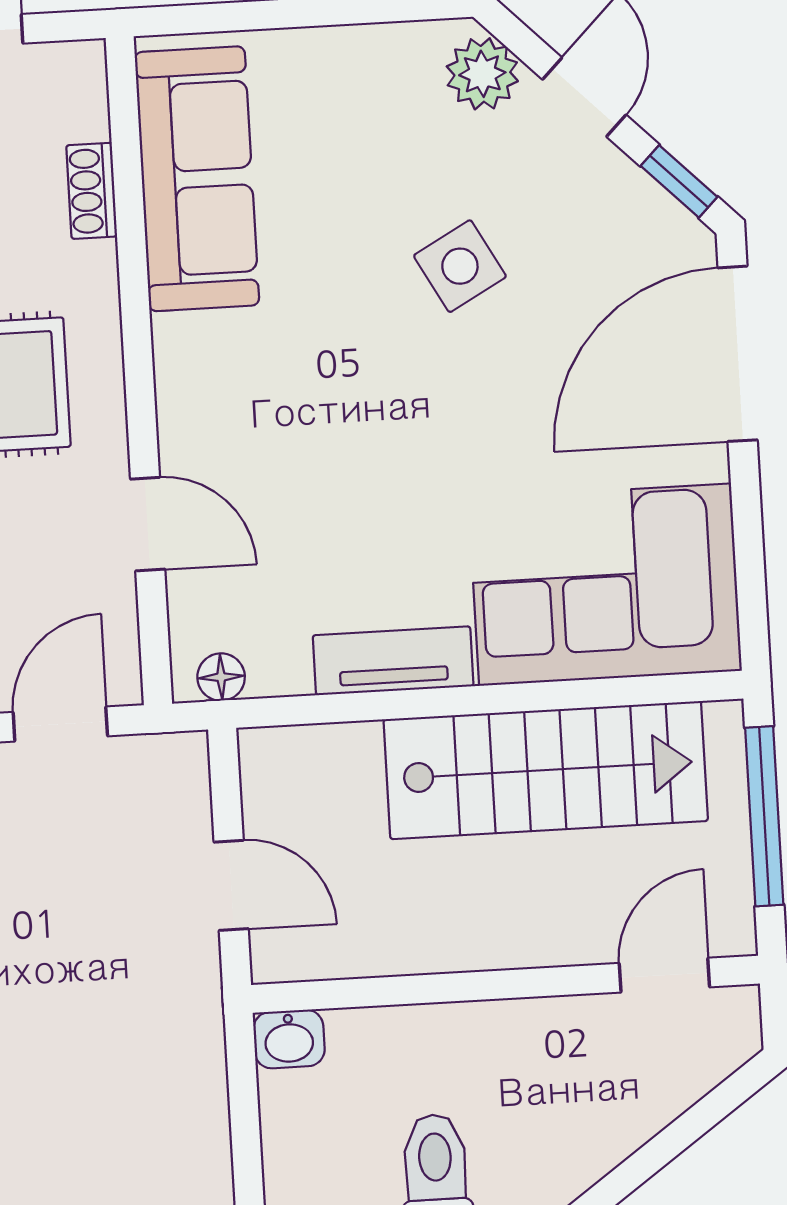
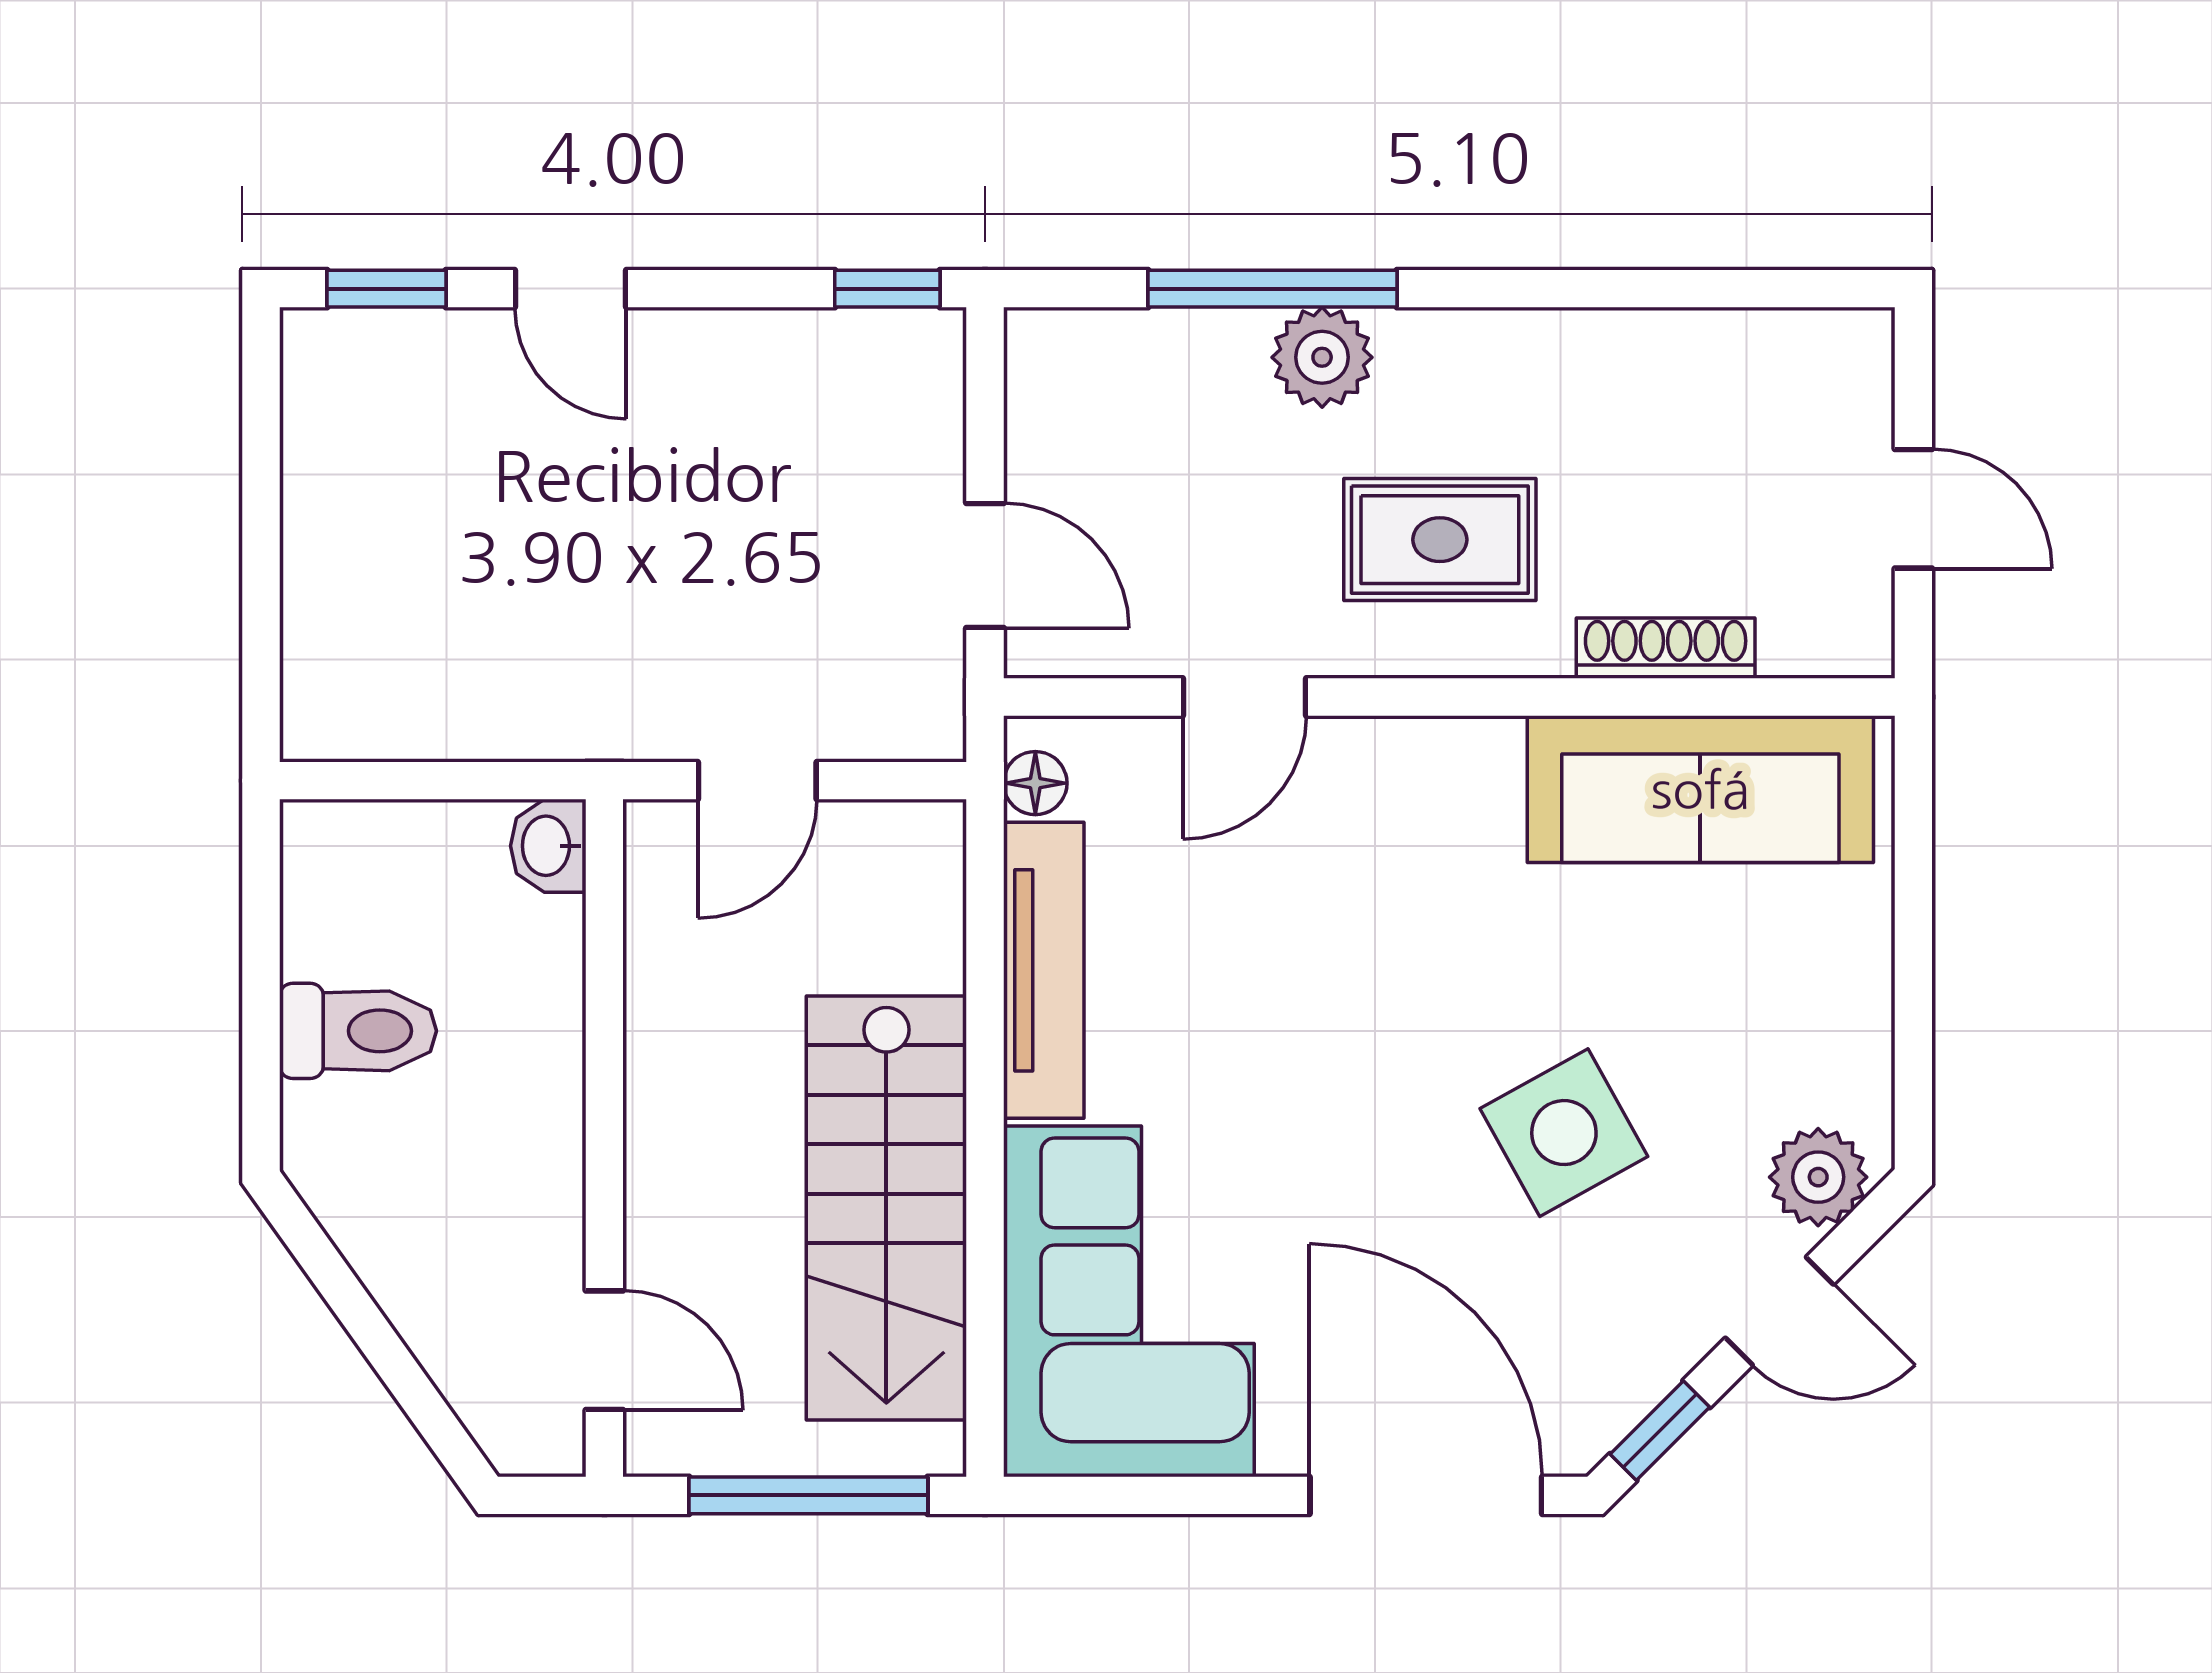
shoe rack: (92, 191) -> (1666, 648), width x1.43
side table: (460, 266) -> (1564, 1133), width x1.37, depth x1.37
tv unit: (393, 661) -> (1044, 970), width x1.41

